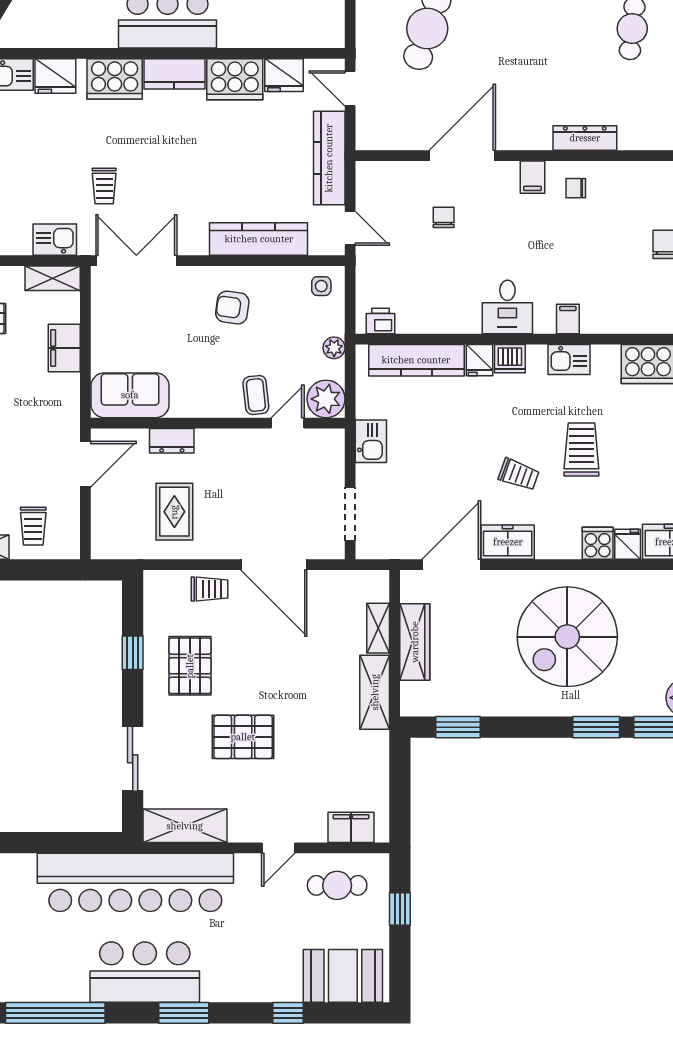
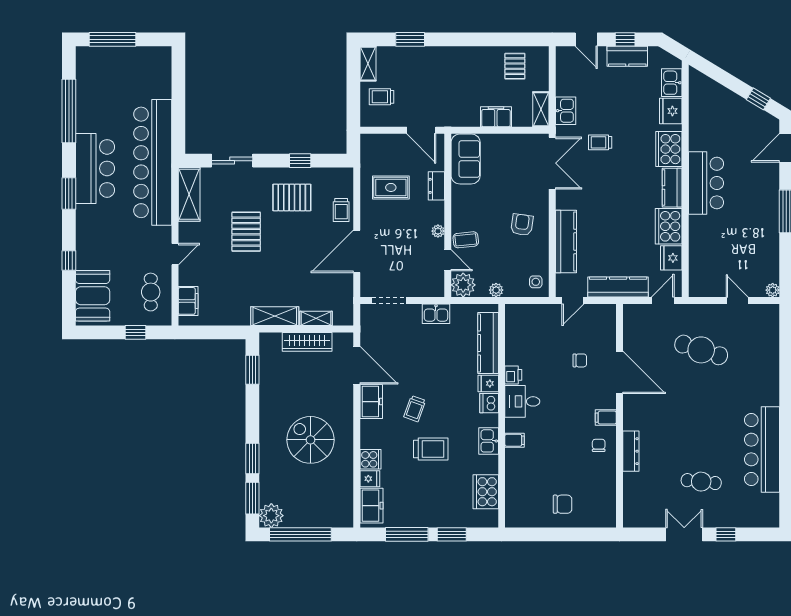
printer: (380, 321) -> (513, 375), moved
plant: (242, 438) -> (438, 231), added
spiral stairs: (567, 637) -> (310, 440), width x0.73, depth x0.73
door: (278, 848) -> (175, 254), swing flipped

